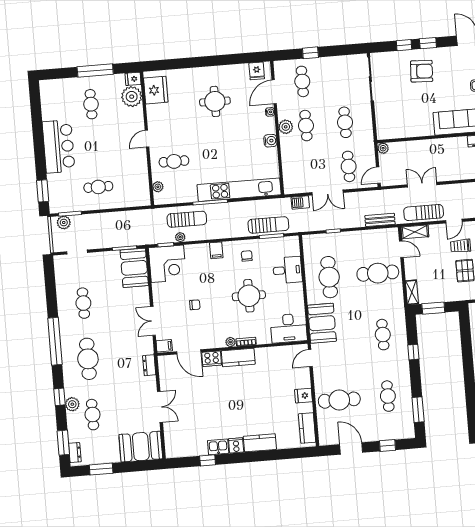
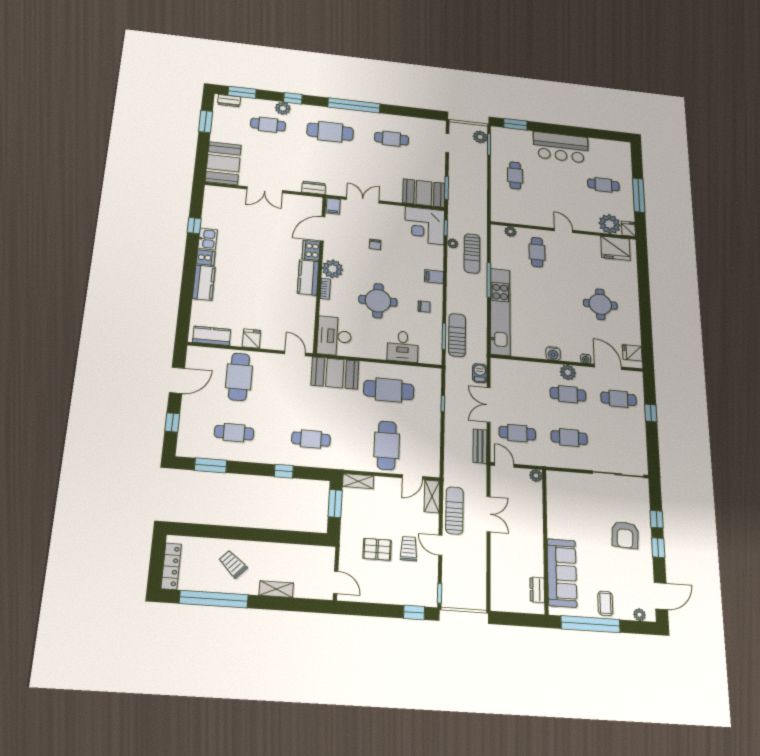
bench: (380, 220) -> (480, 446), moved
sun lounger: (268, 225) -> (457, 335), turned 180
plant: (230, 342) -> (332, 269), width x1.87, depth x1.87

